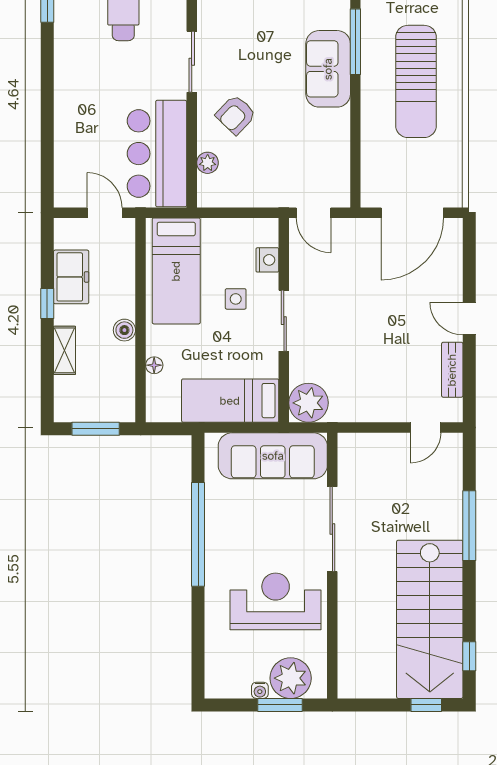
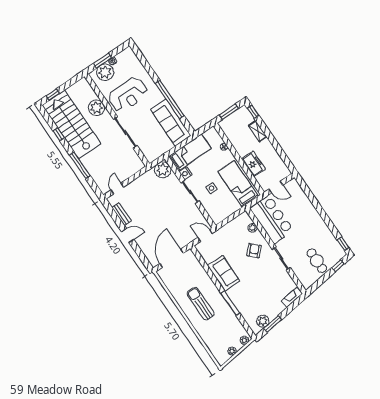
sofa: (328, 69) -> (224, 273), moved
sun lounger: (416, 81) -> (201, 304), width x0.73, depth x0.75
nightstand: (267, 260) -> (186, 173), moved
freezer: (71, 277) -> (253, 164), moved, turned 180
window: (47, 304) -> (253, 112), moved
boiler: (124, 330) -> (242, 152), removed
sofa: (273, 456) -> (171, 122), moved, turned -90
plant: (357, 618) -> (96, 108), added
window: (469, 656) -> (59, 134), moved

